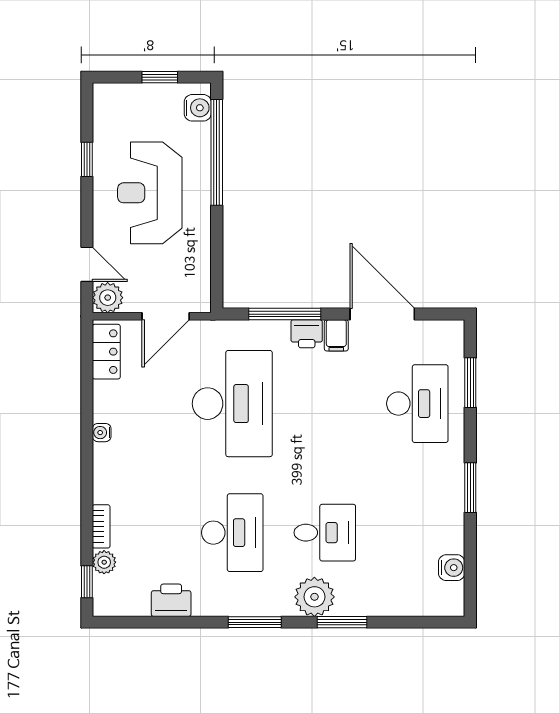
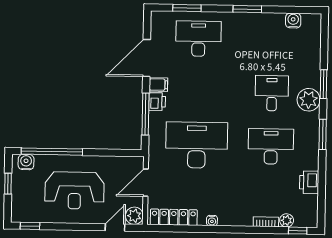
window: (87, 159) -> (30, 226), moved
door: (166, 316) -> (146, 183), swing flipped
locker: (106, 352) -> (174, 217), width x1.53

